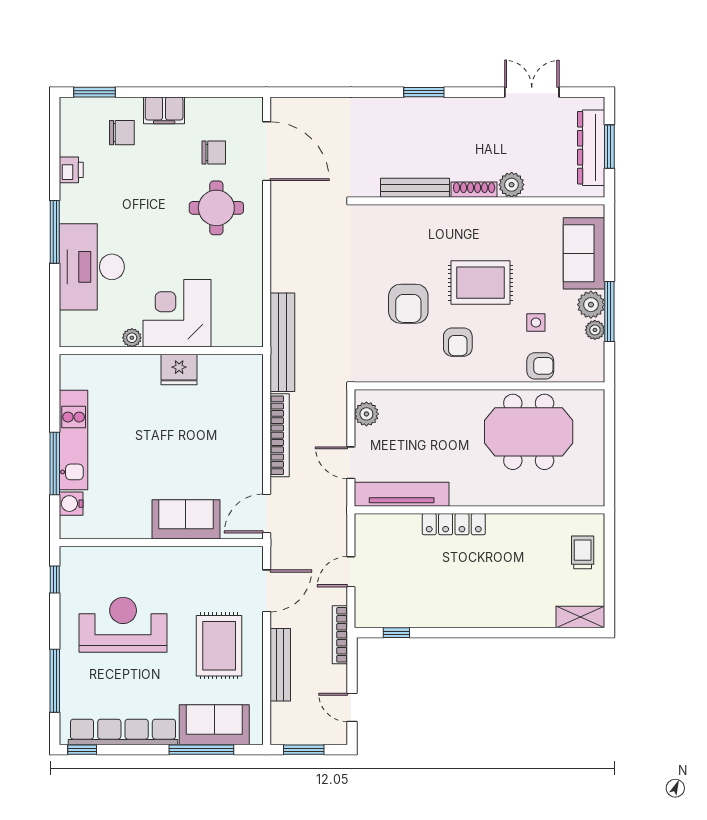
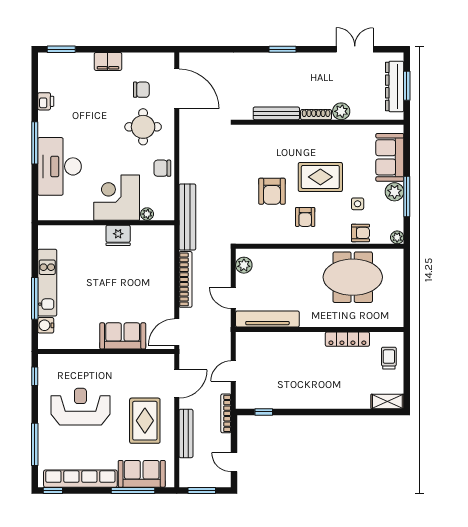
chair: (122, 133) -> (162, 168), moved, turned 180
plant: (595, 330) -> (397, 237), moved
plant: (132, 338) -> (147, 214), moved
locker: (454, 524) -> (347, 339), moved

